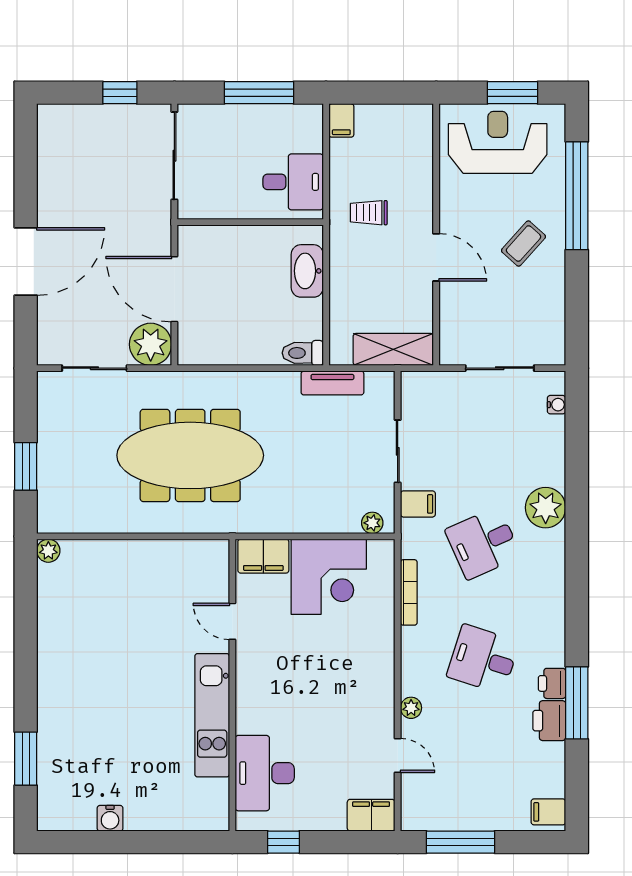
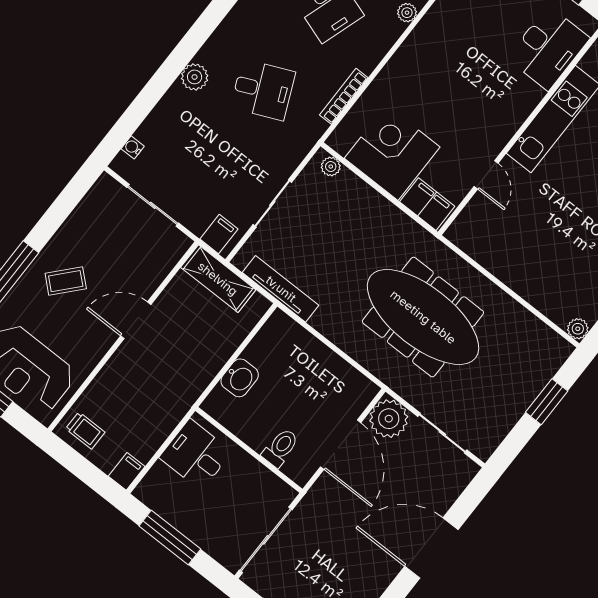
trolley: (369, 213) -> (85, 430), moved
door: (436, 257) -> (136, 320), hinge flipped
washbasin: (307, 271) -> (240, 378), width x0.72
toilet: (303, 353) -> (280, 448), moved, turned -90
tv unit: (332, 383) -> (281, 289), width x1.41
filing cabinet: (418, 504) -> (219, 234), moved, turned 90
plant: (546, 508) -> (195, 77), width x0.73, depth x0.73

